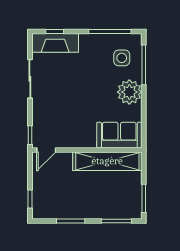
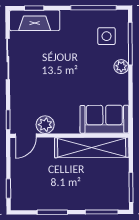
plant: (129, 92) -> (121, 67), width x0.53, depth x0.53
plant: (64, 140) -> (45, 125), added

